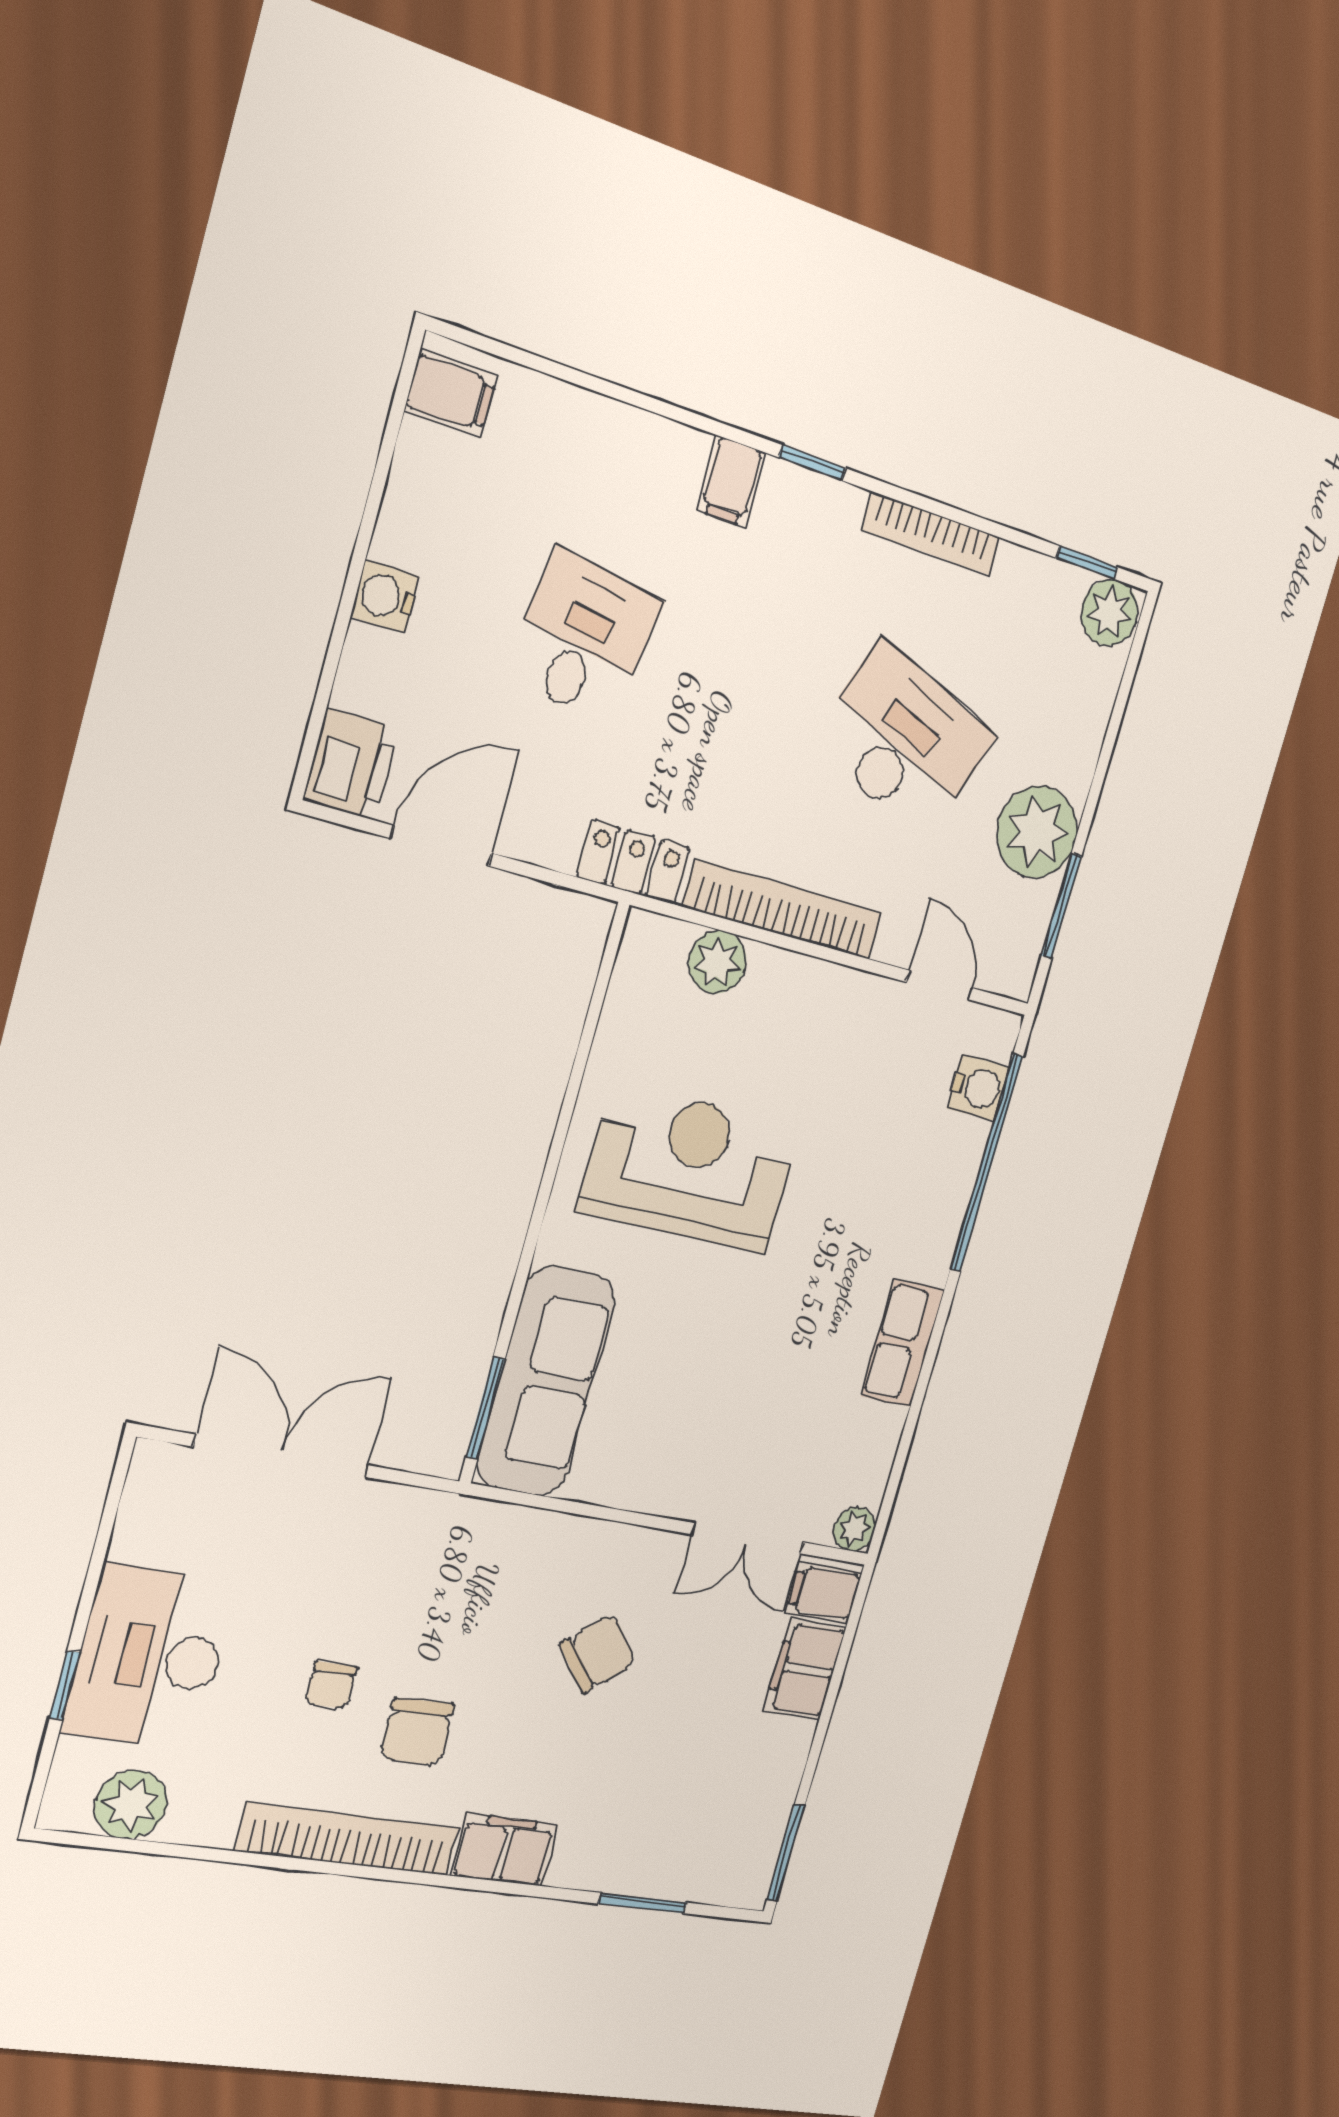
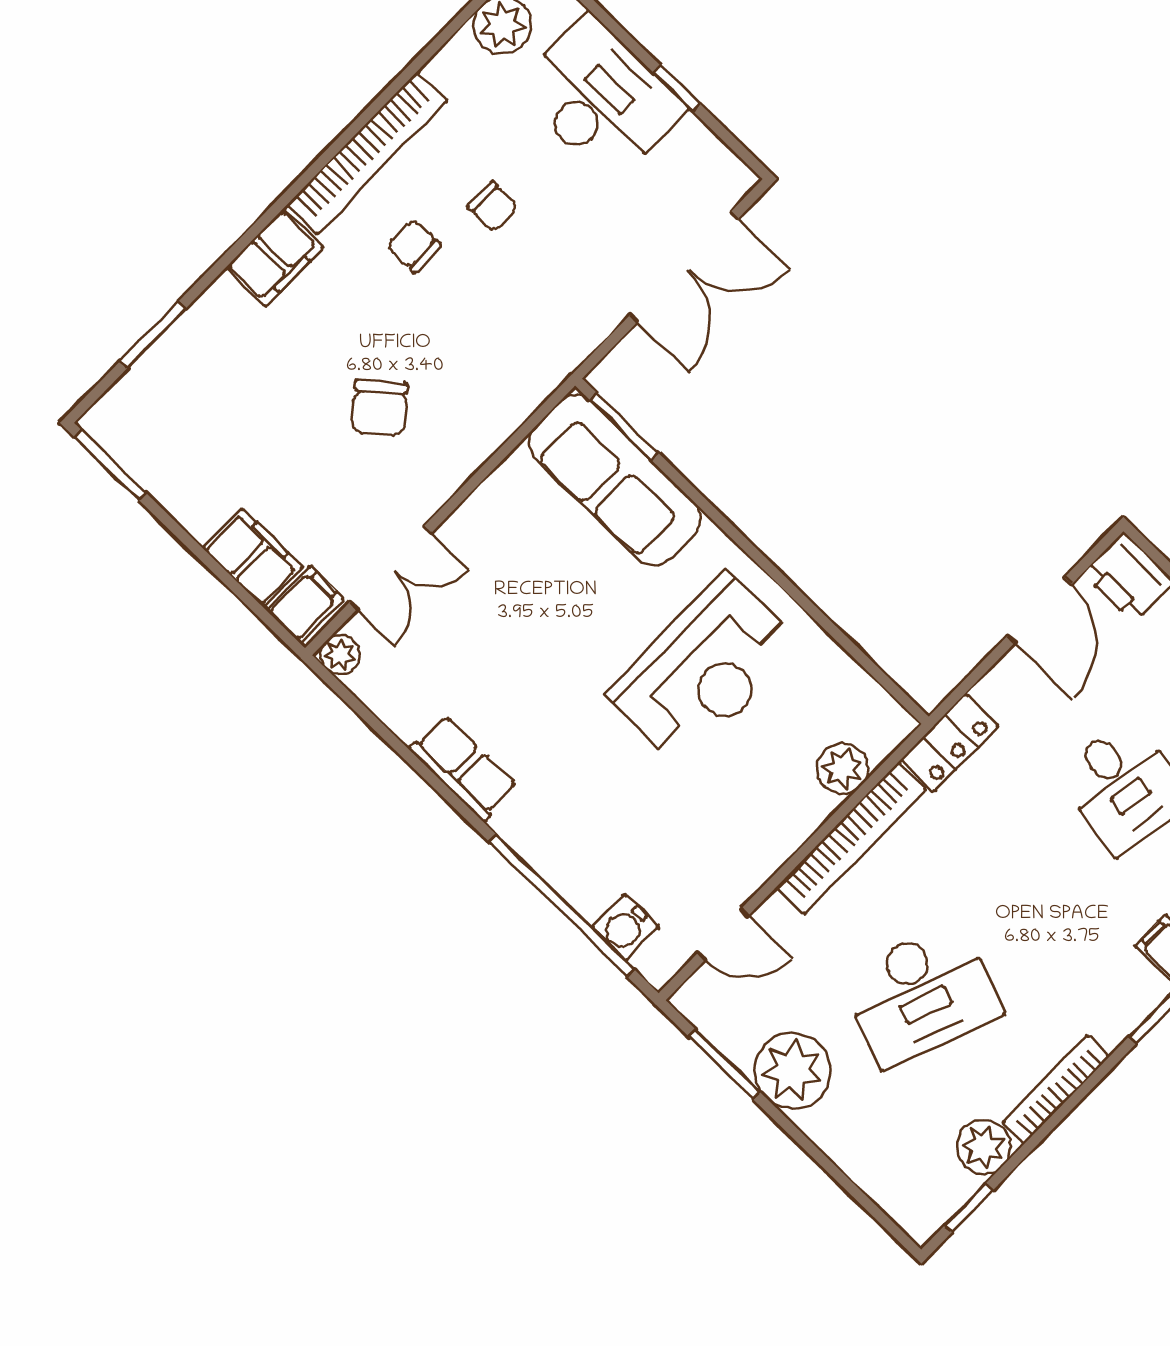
plant: (1110, 612) -> (984, 1147), moved
double door: (748, 1538) -> (391, 568), swing flipped
window: (65, 1685) -> (677, 89), moved
chair: (331, 1685) -> (493, 206), turned 180
chair: (417, 1732) -> (414, 246), width x0.73, depth x0.73

